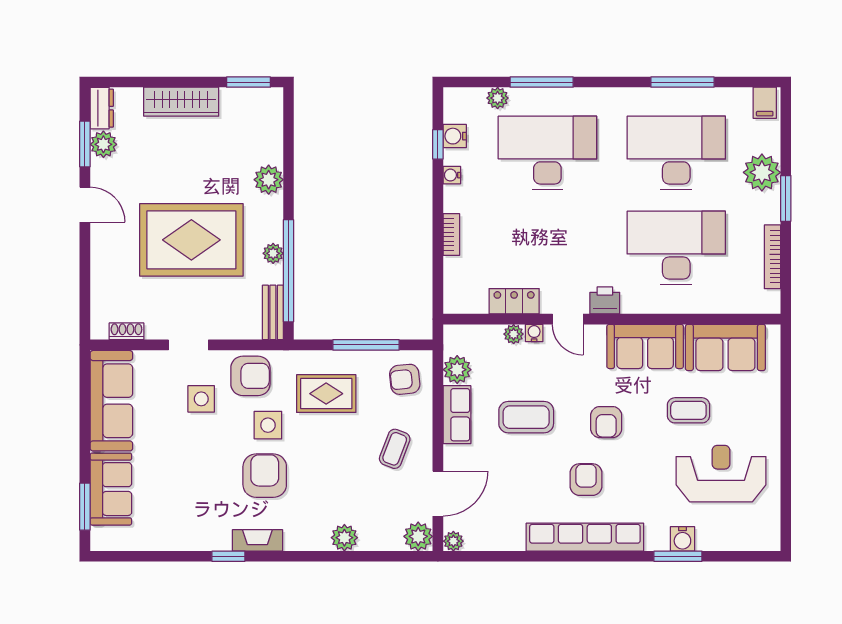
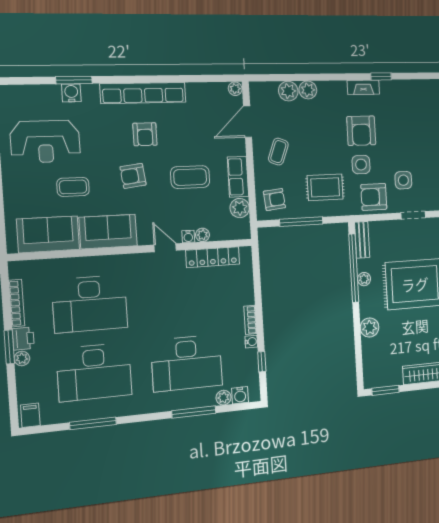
water cooler: (455, 136) -> (240, 395), moved, turned 90
plant: (762, 172) -> (22, 358), width x0.53, depth x0.53
bookcase: (451, 234) -> (250, 320), moved
printer: (605, 300) -> (23, 339), moved, turned -90
locker: (514, 301) -> (213, 257), width x1.53
armchair: (606, 422) -> (133, 176), turned -97
plant: (418, 536) -> (288, 91), moved

